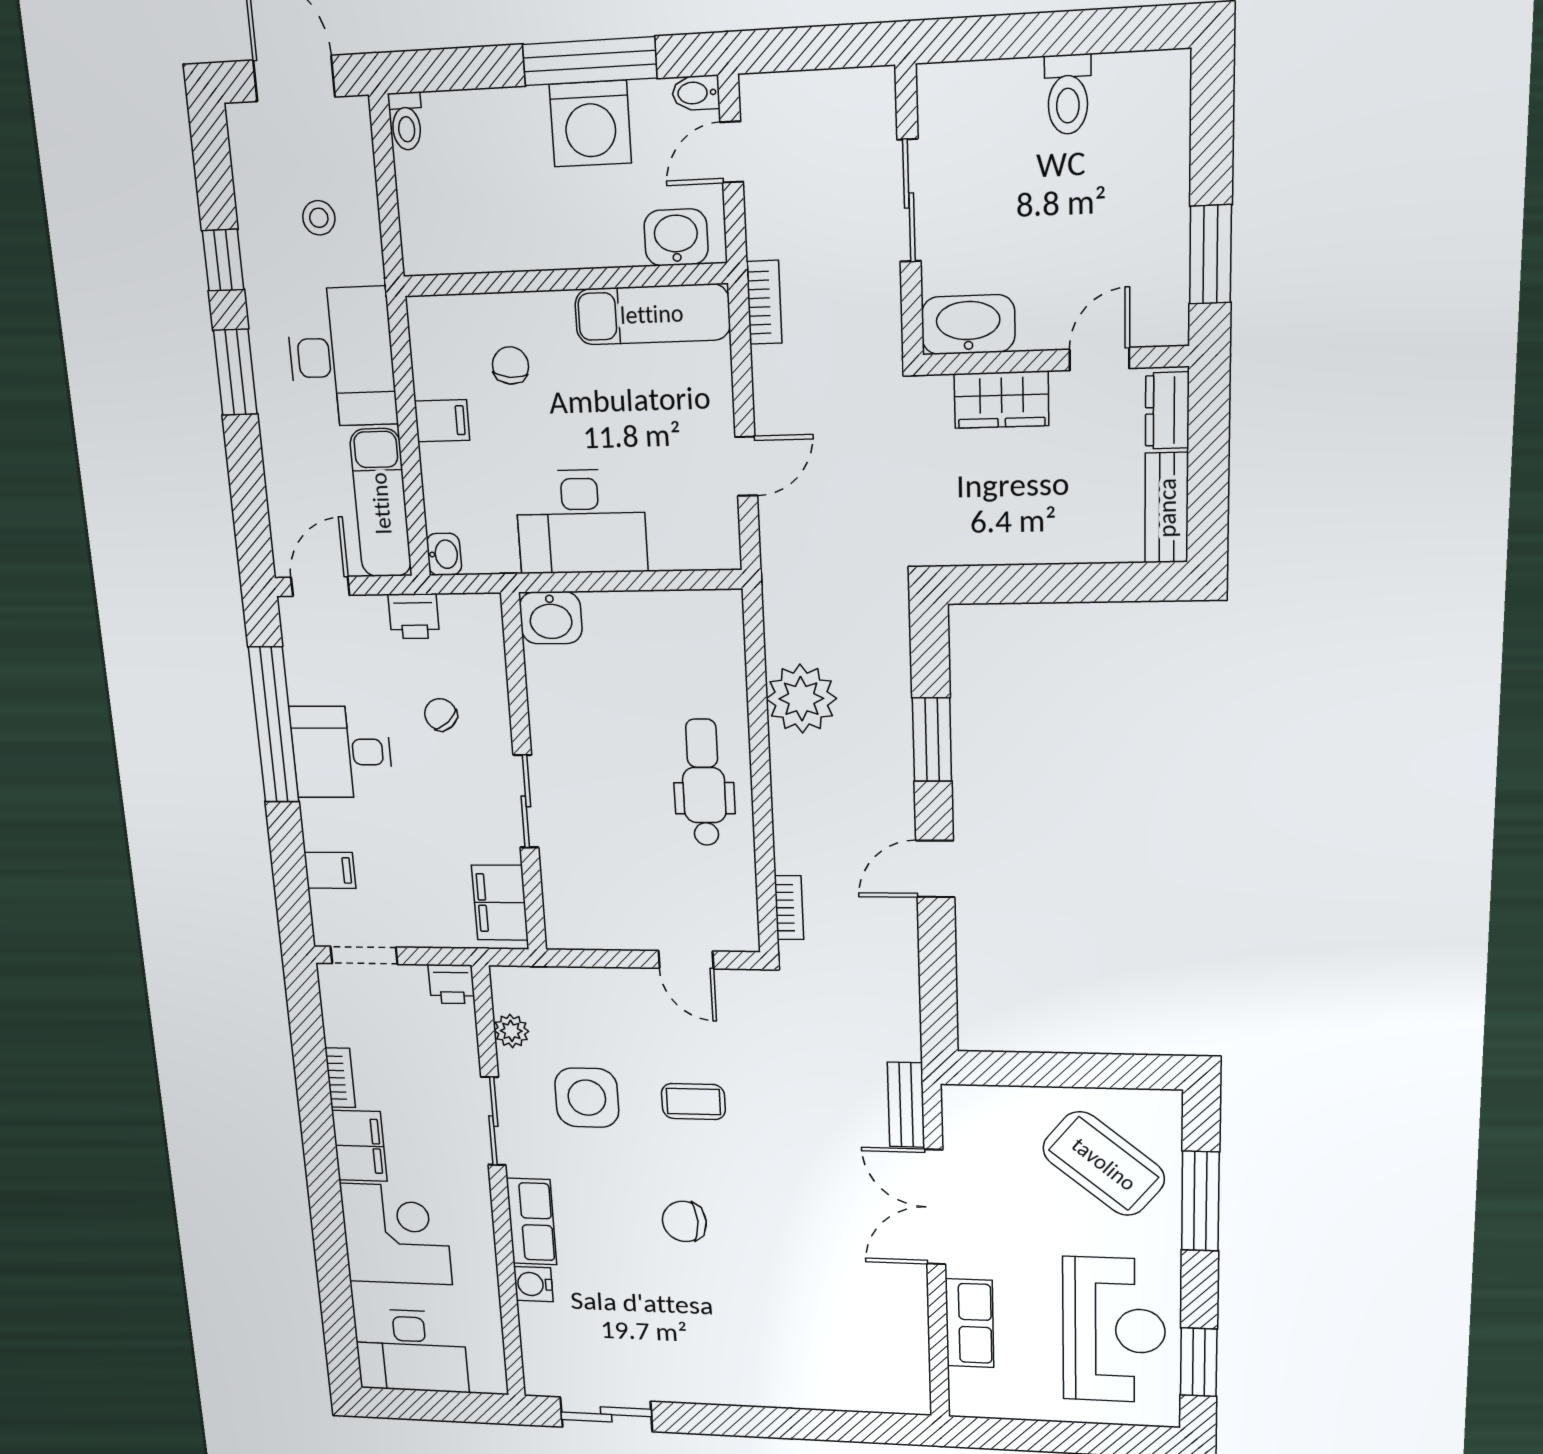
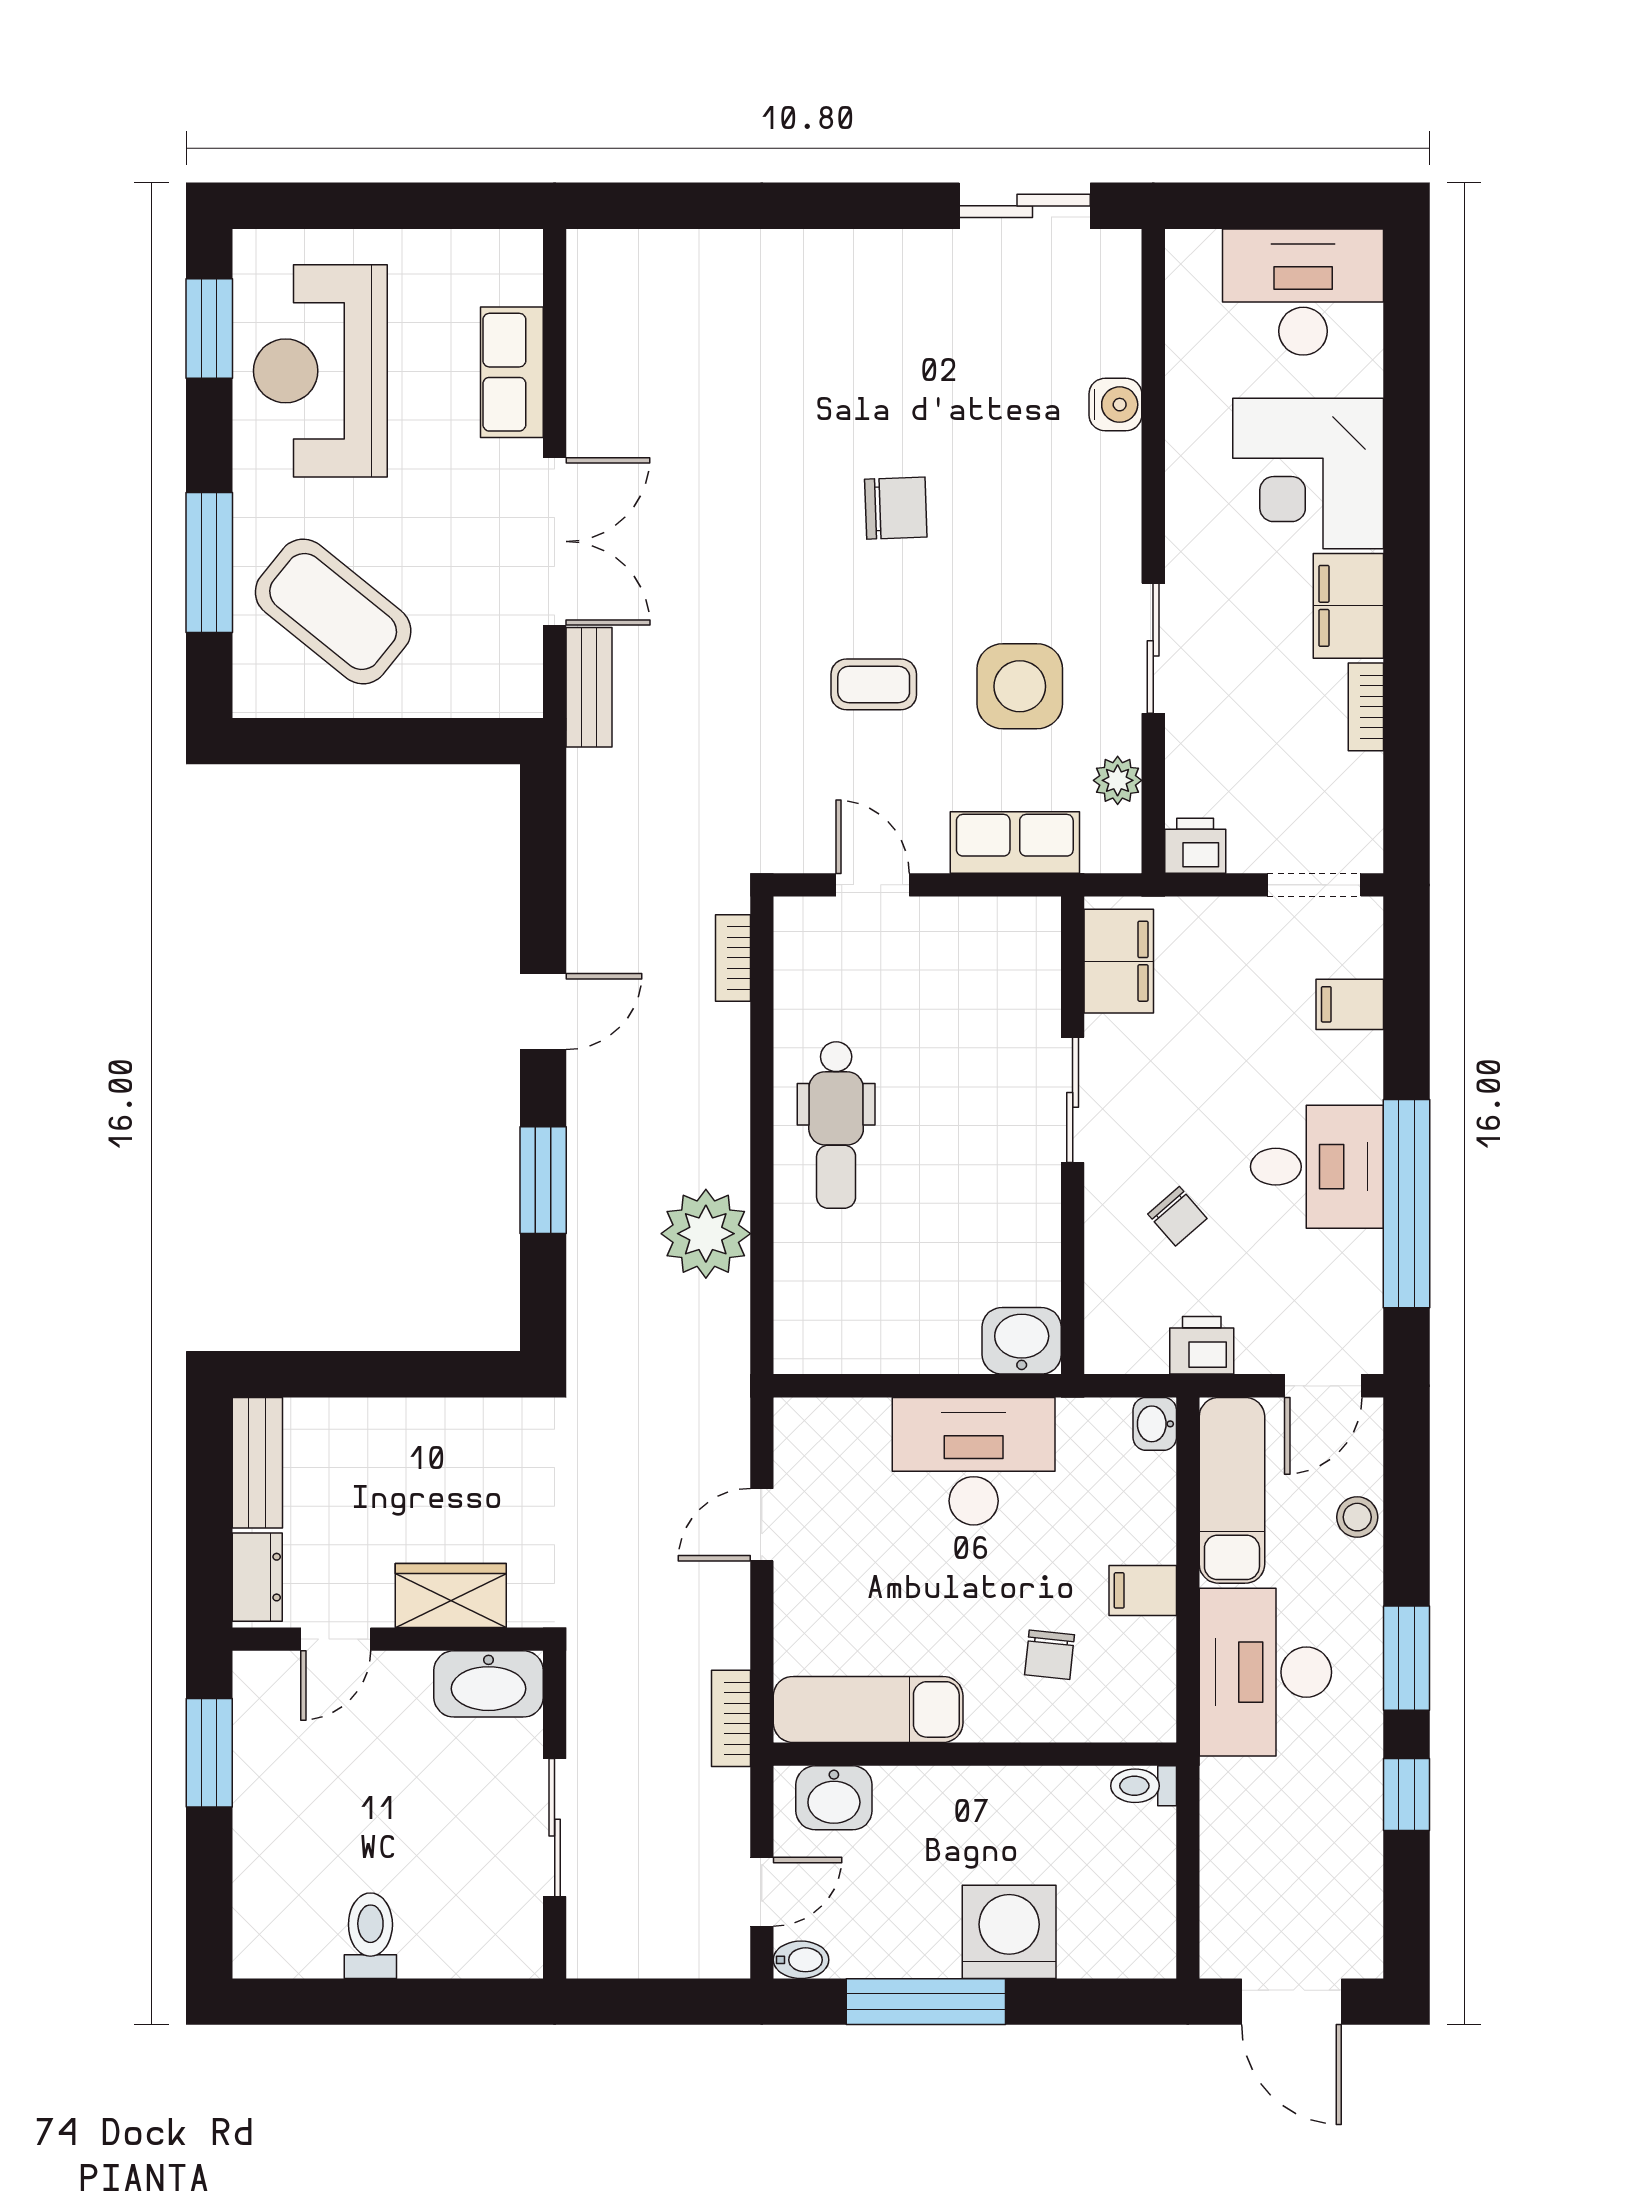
toilet: (406, 121) -> (1144, 1786), moved, turned -90
washing machine: (590, 124) -> (1009, 1932), moved
stool: (319, 218) -> (1357, 1517), moved
row of seats: (532, 1222) -> (1015, 843), moved, turned 90

